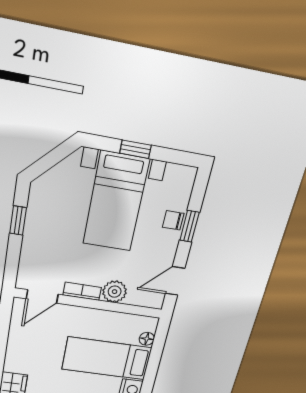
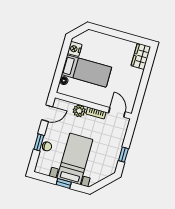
door: (42, 297) -> (117, 112), hinge flipped

